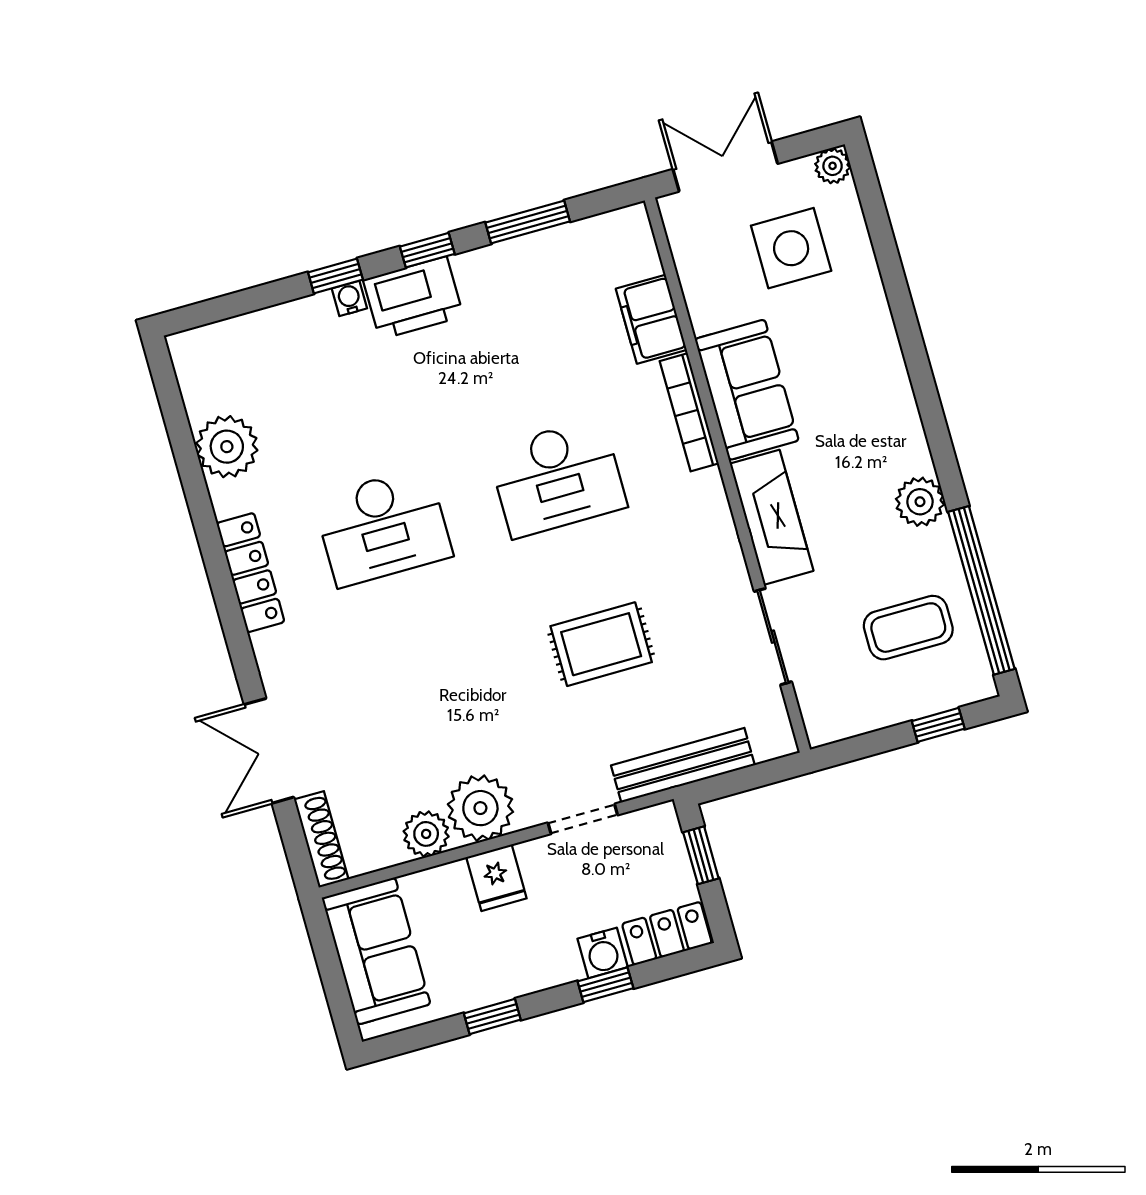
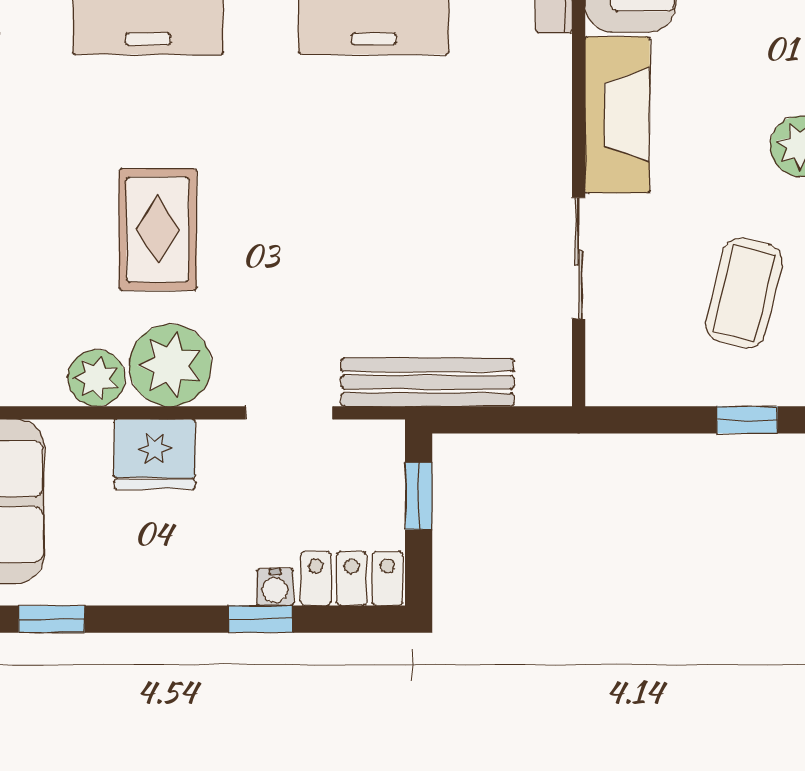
coffee table: (908, 628) -> (744, 293), turned -76
rug: (601, 644) -> (158, 229), moved, turned 90
fridge: (496, 878) -> (155, 454), width x1.38
water cooler: (603, 953) -> (275, 587), width x0.72, depth x0.72
window: (492, 1016) -> (51, 619), moved

